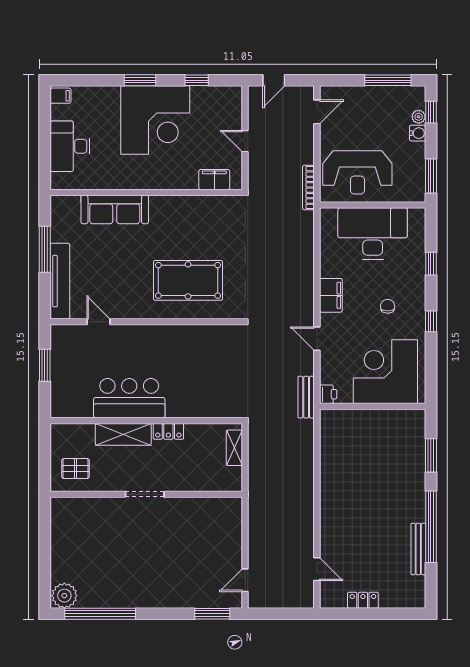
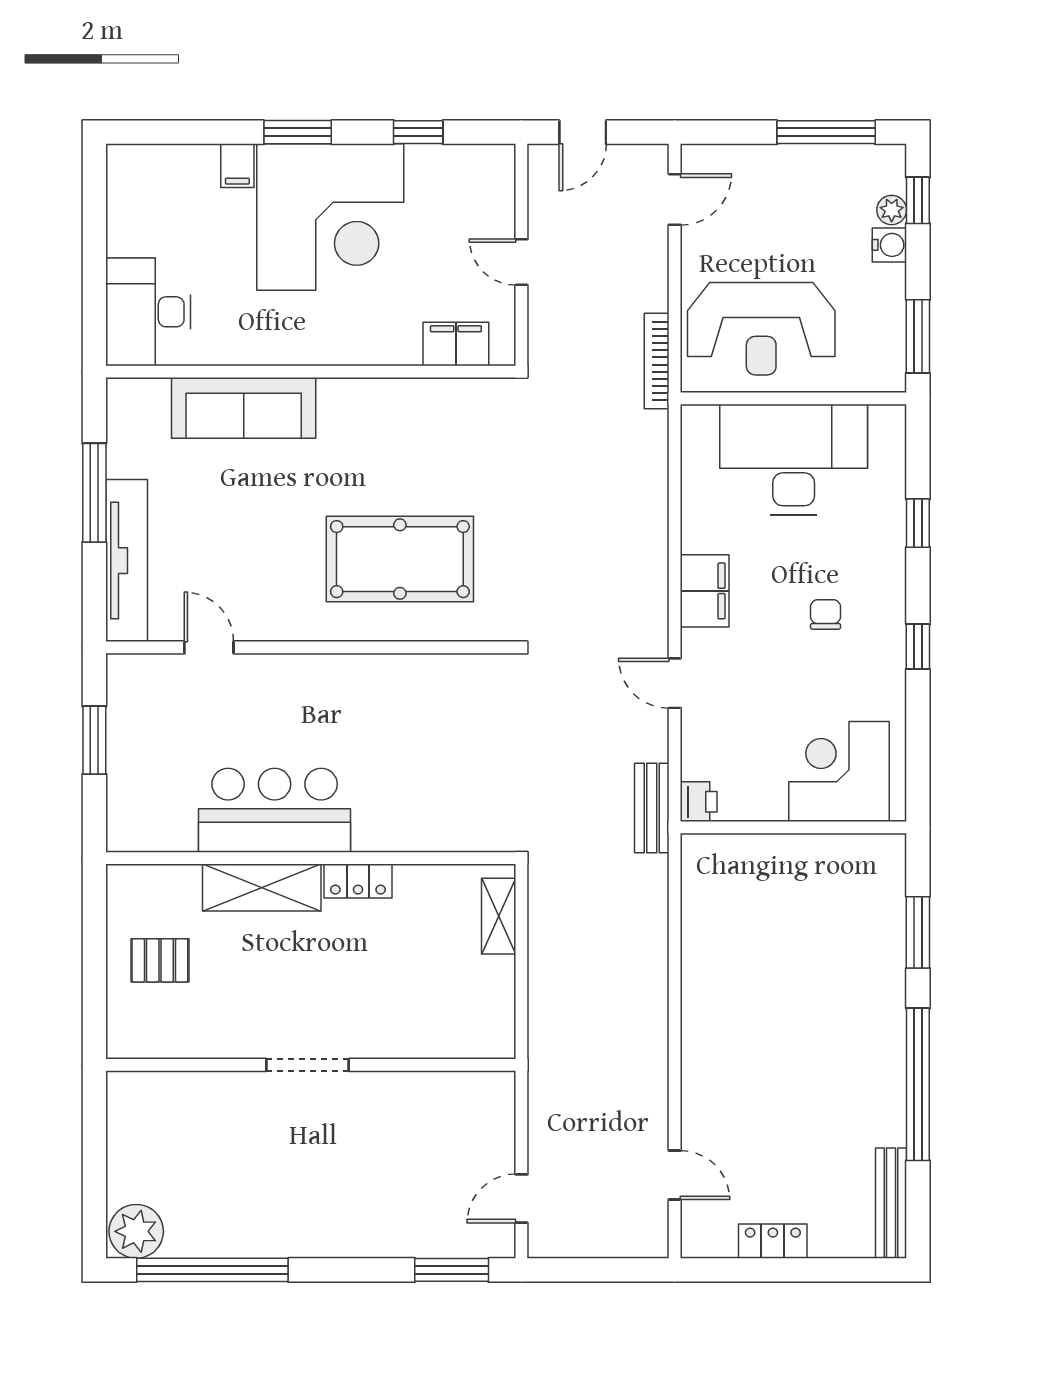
filing cabinet: (60, 96) -> (237, 166), moved, turned 90
desk: (70, 146) -> (148, 312), moved
corner desk: (385, 372) -> (839, 772), width x0.74, depth x0.74
doorway: (145, 494) -> (308, 1065), moved
wall: (146, 494) -> (311, 1065), moved
bench: (418, 549) -> (891, 1203), moved

